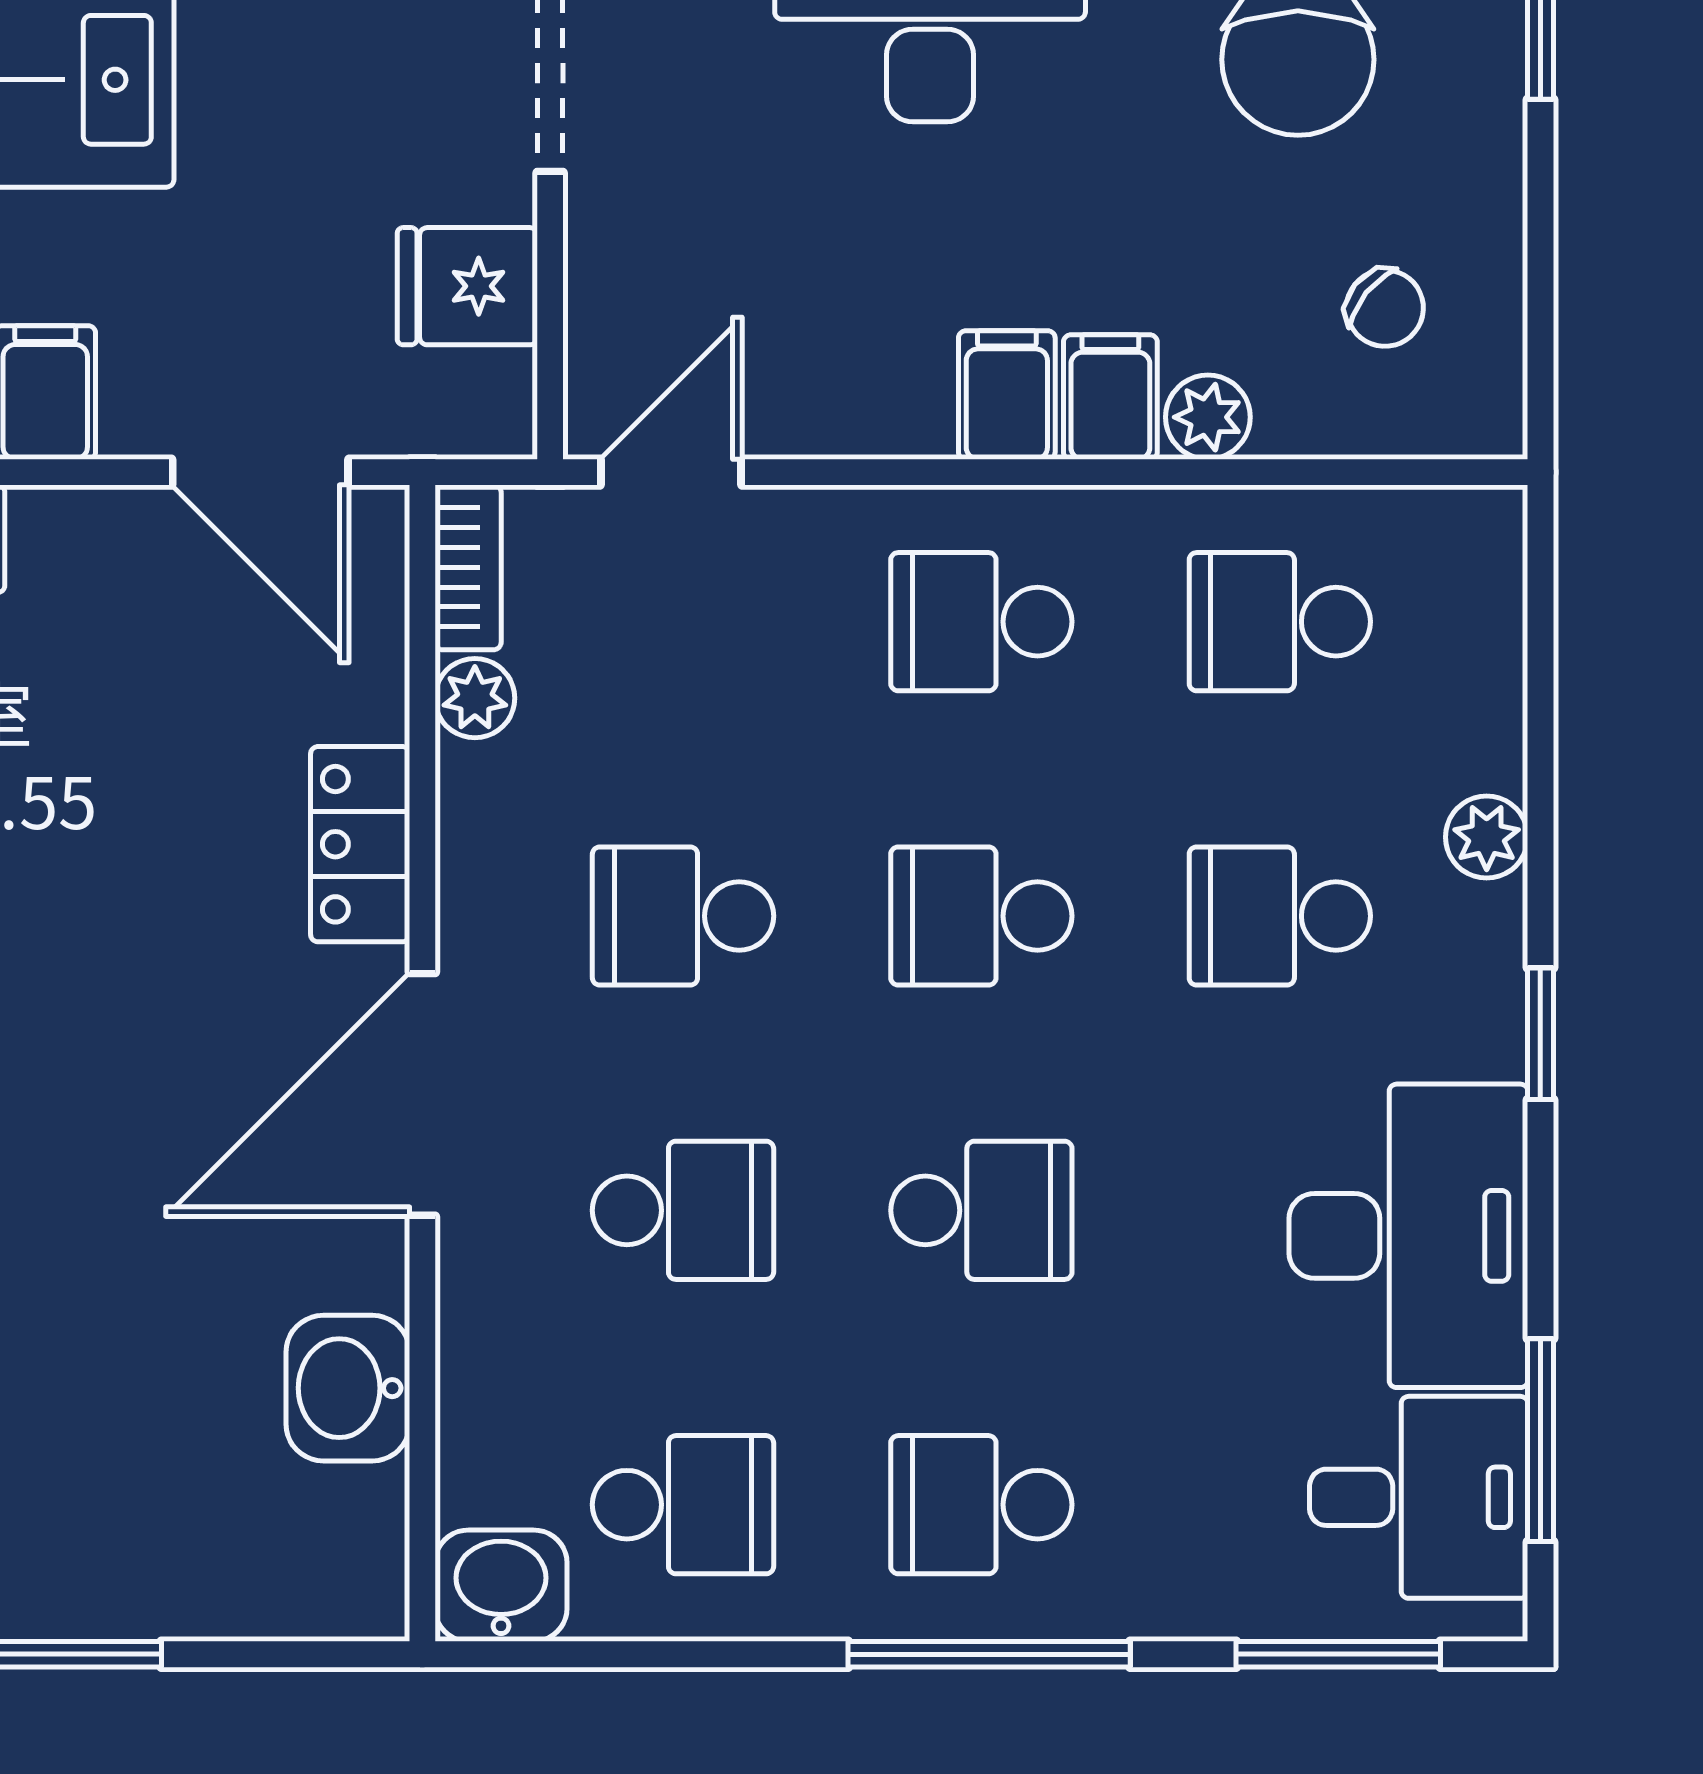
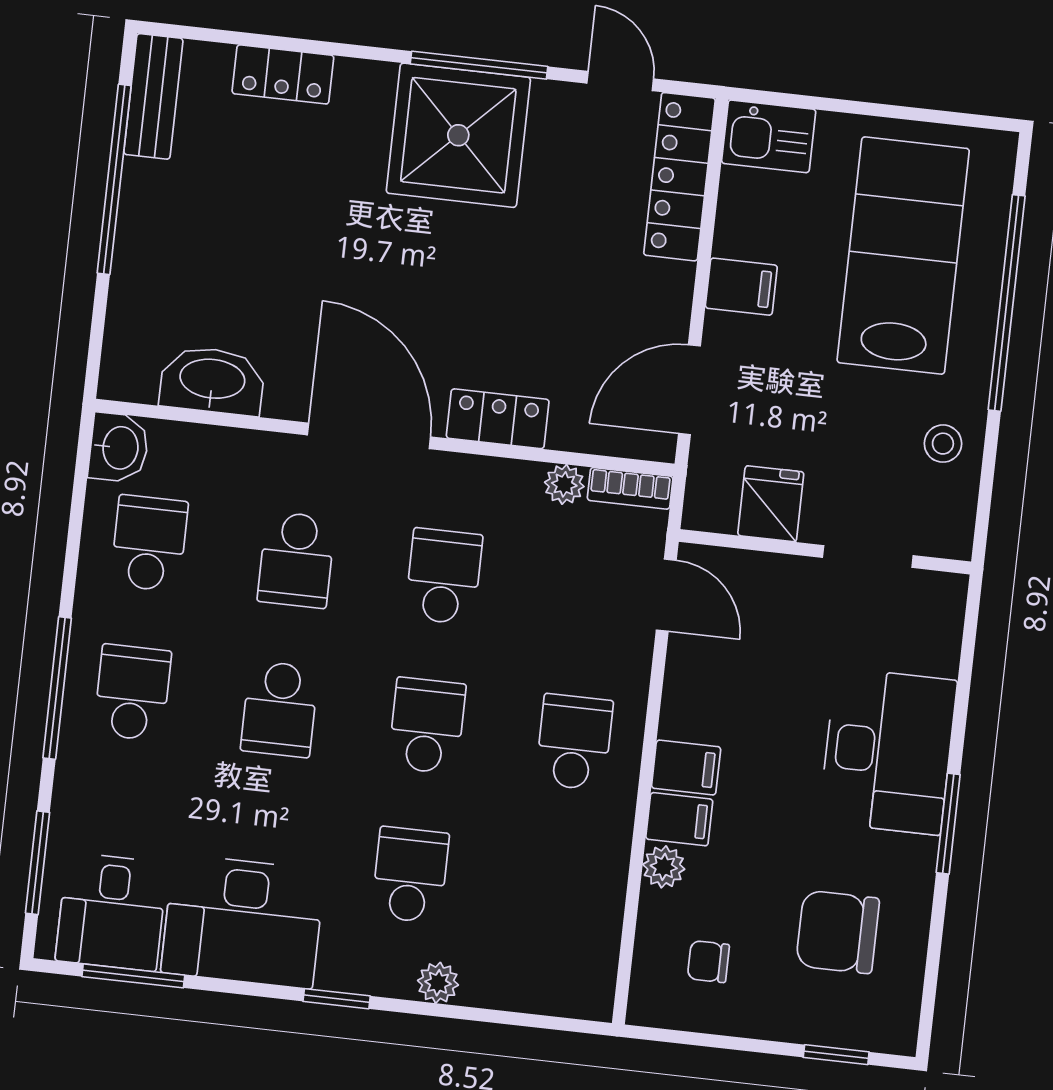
chair: (1385, 308) -> (708, 962), turned 51
school desk: (1280, 622) -> (557, 891), removed
washbasin: (348, 1388) -> (212, 381), width x1.38
school desk: (683, 1505) -> (149, 543), turned 180

